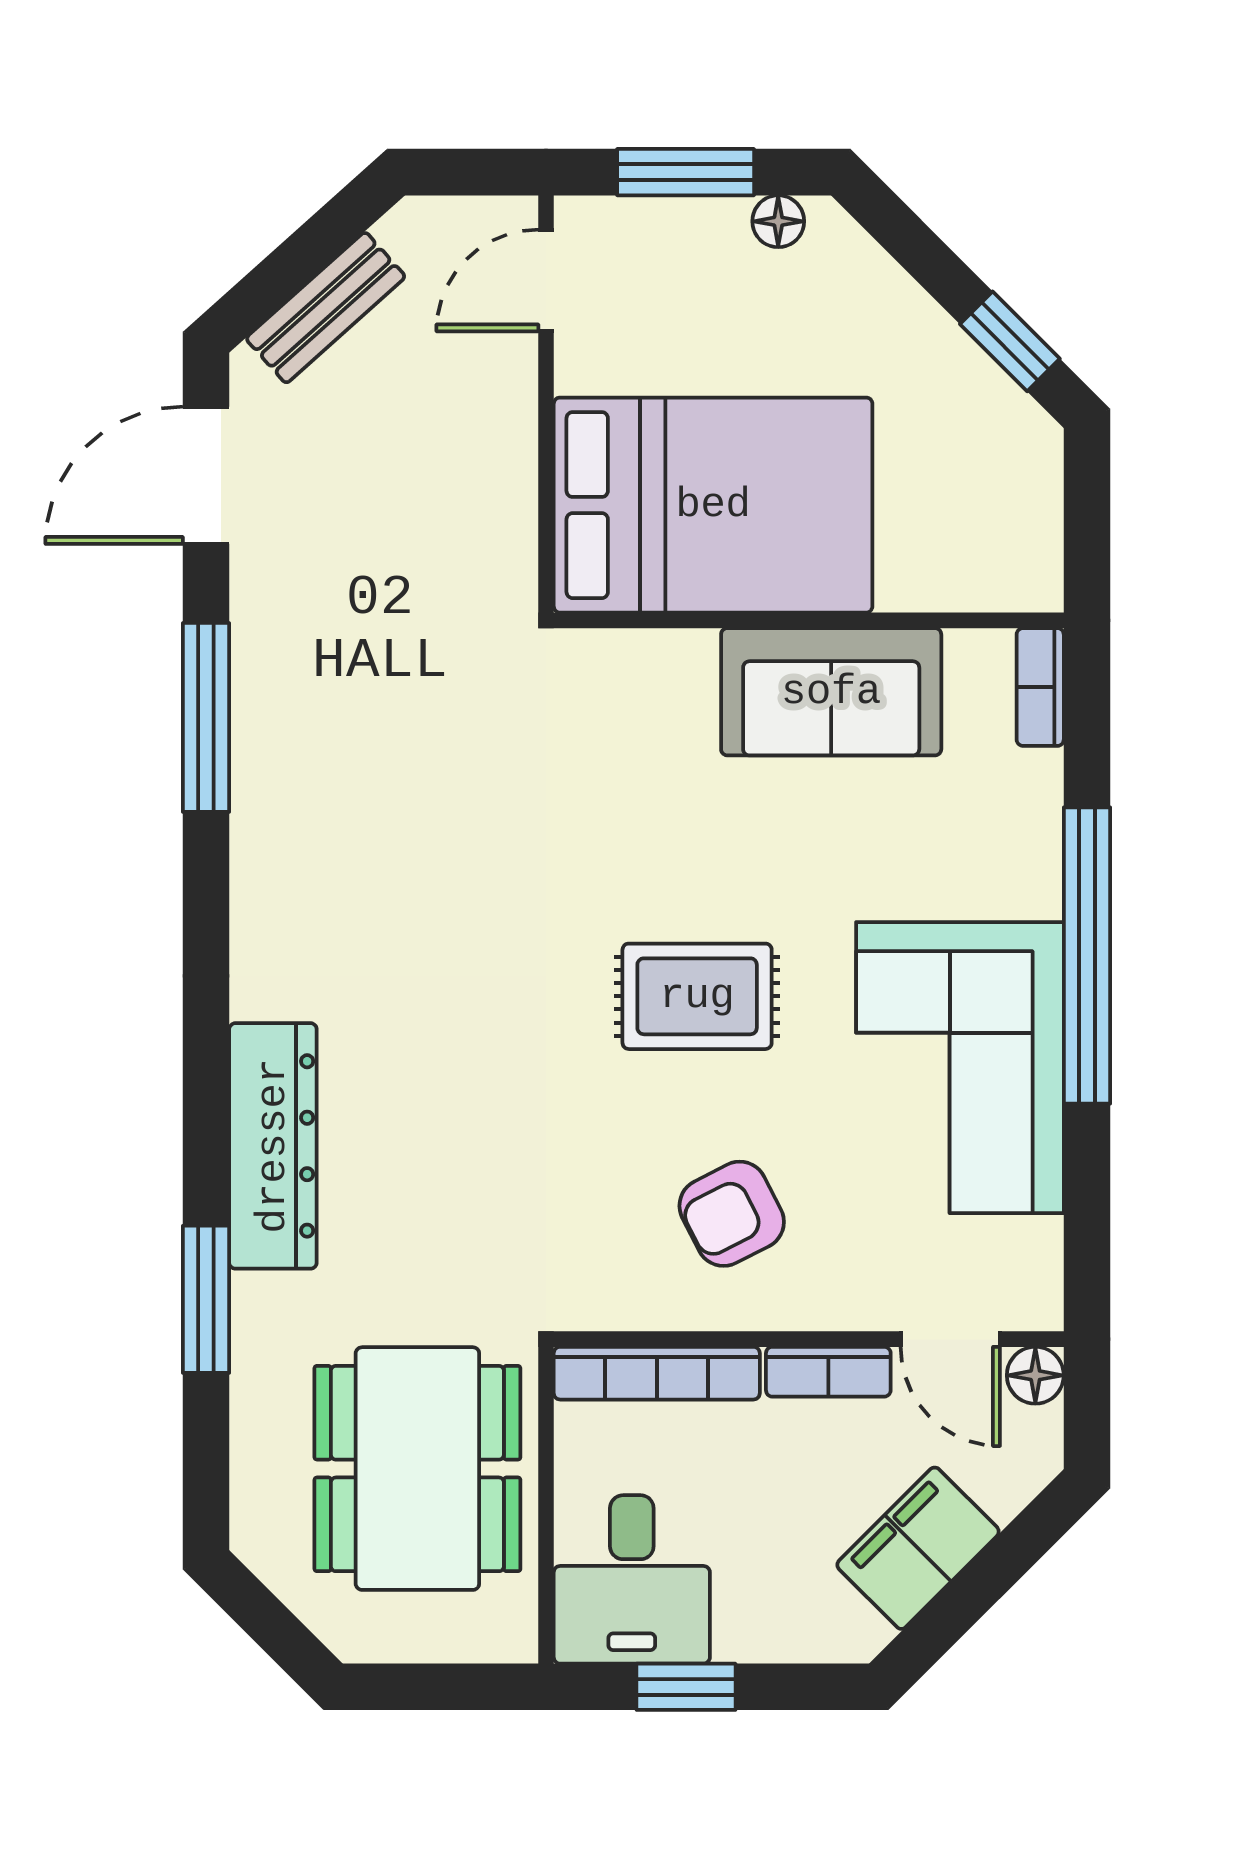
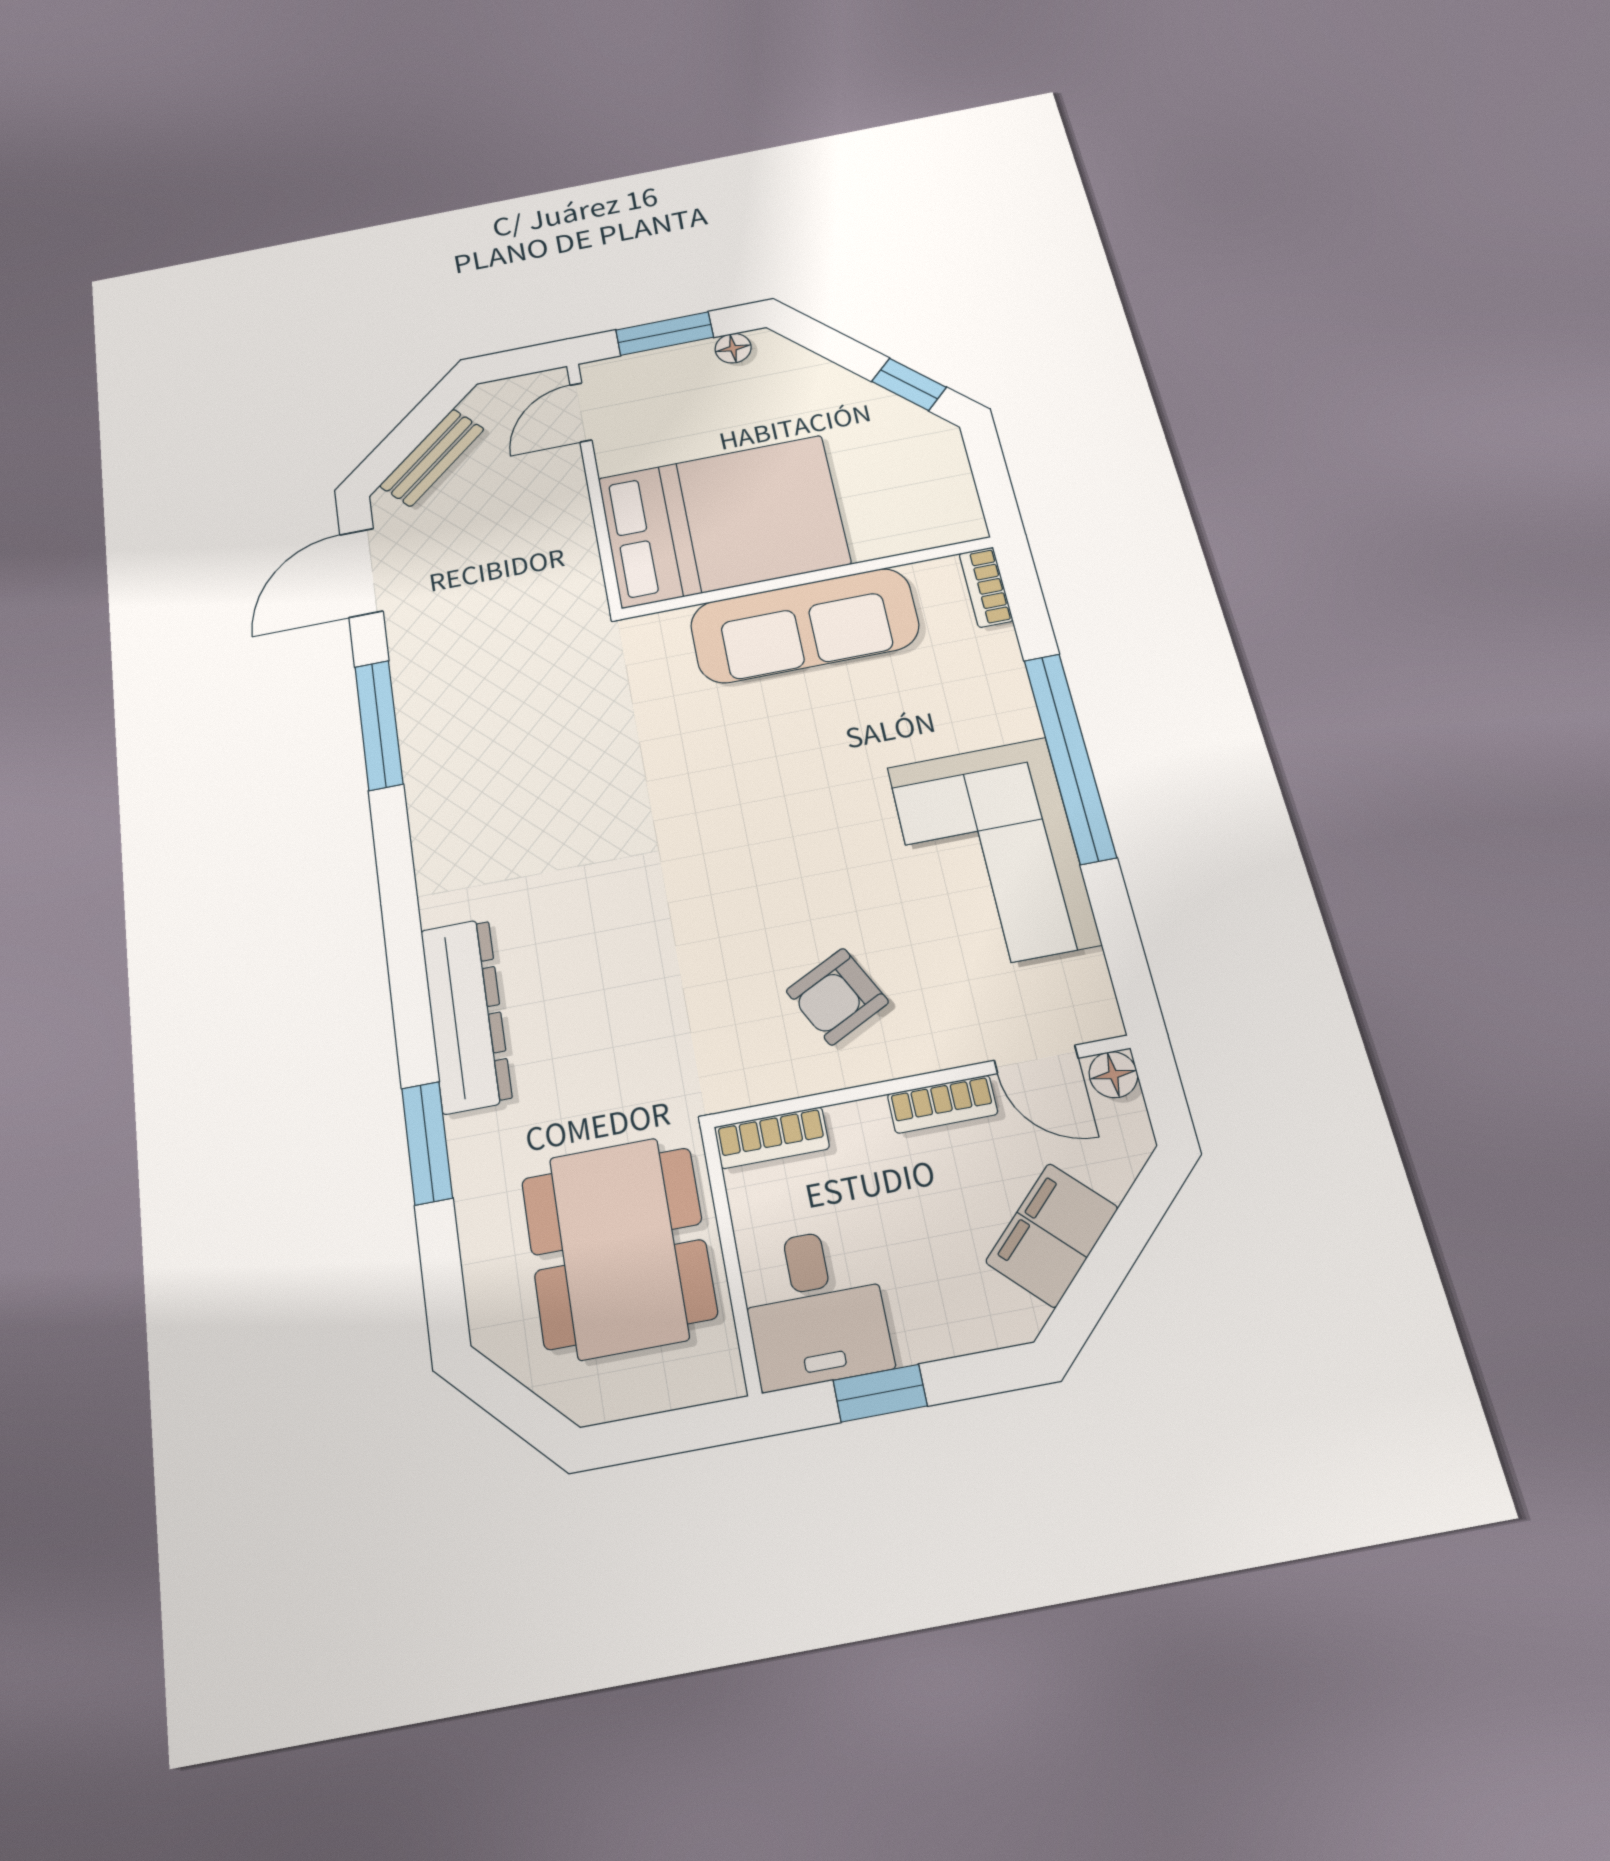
sofa: (831, 692) -> (804, 625), width x1.36
rug: (697, 996) -> (777, 843), removed
bookcase: (657, 1373) -> (772, 1138), width x0.64

